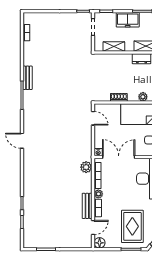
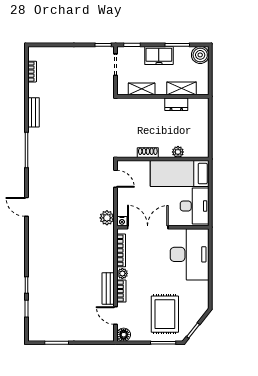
bench: (28, 78) -> (34, 112), moved
plant: (86, 167) -> (107, 218), moved
door: (93, 227) -> (116, 316), swing flipped

